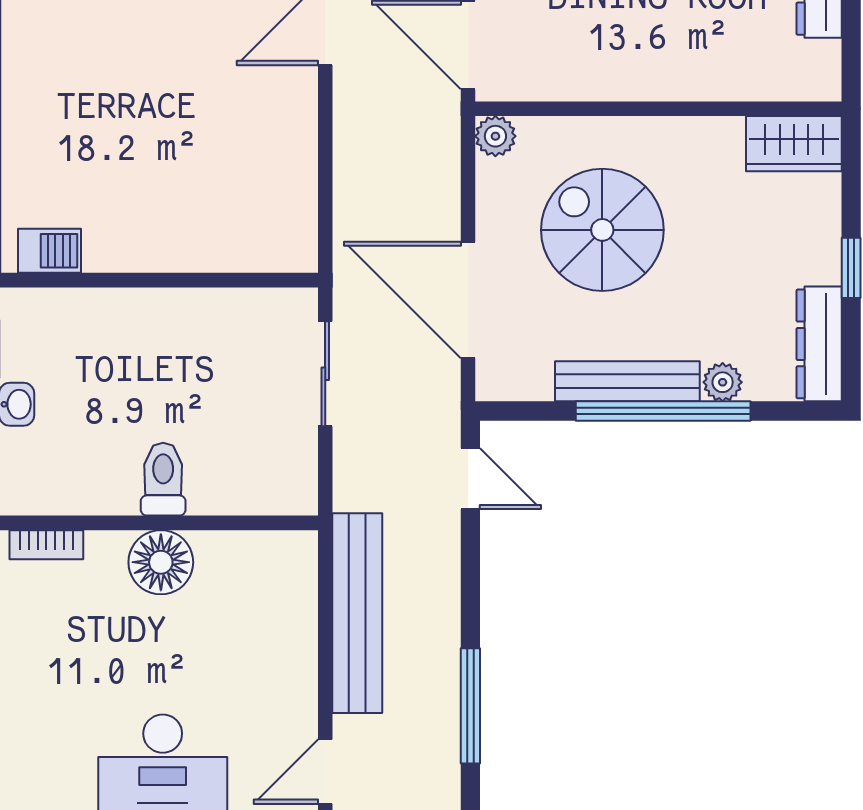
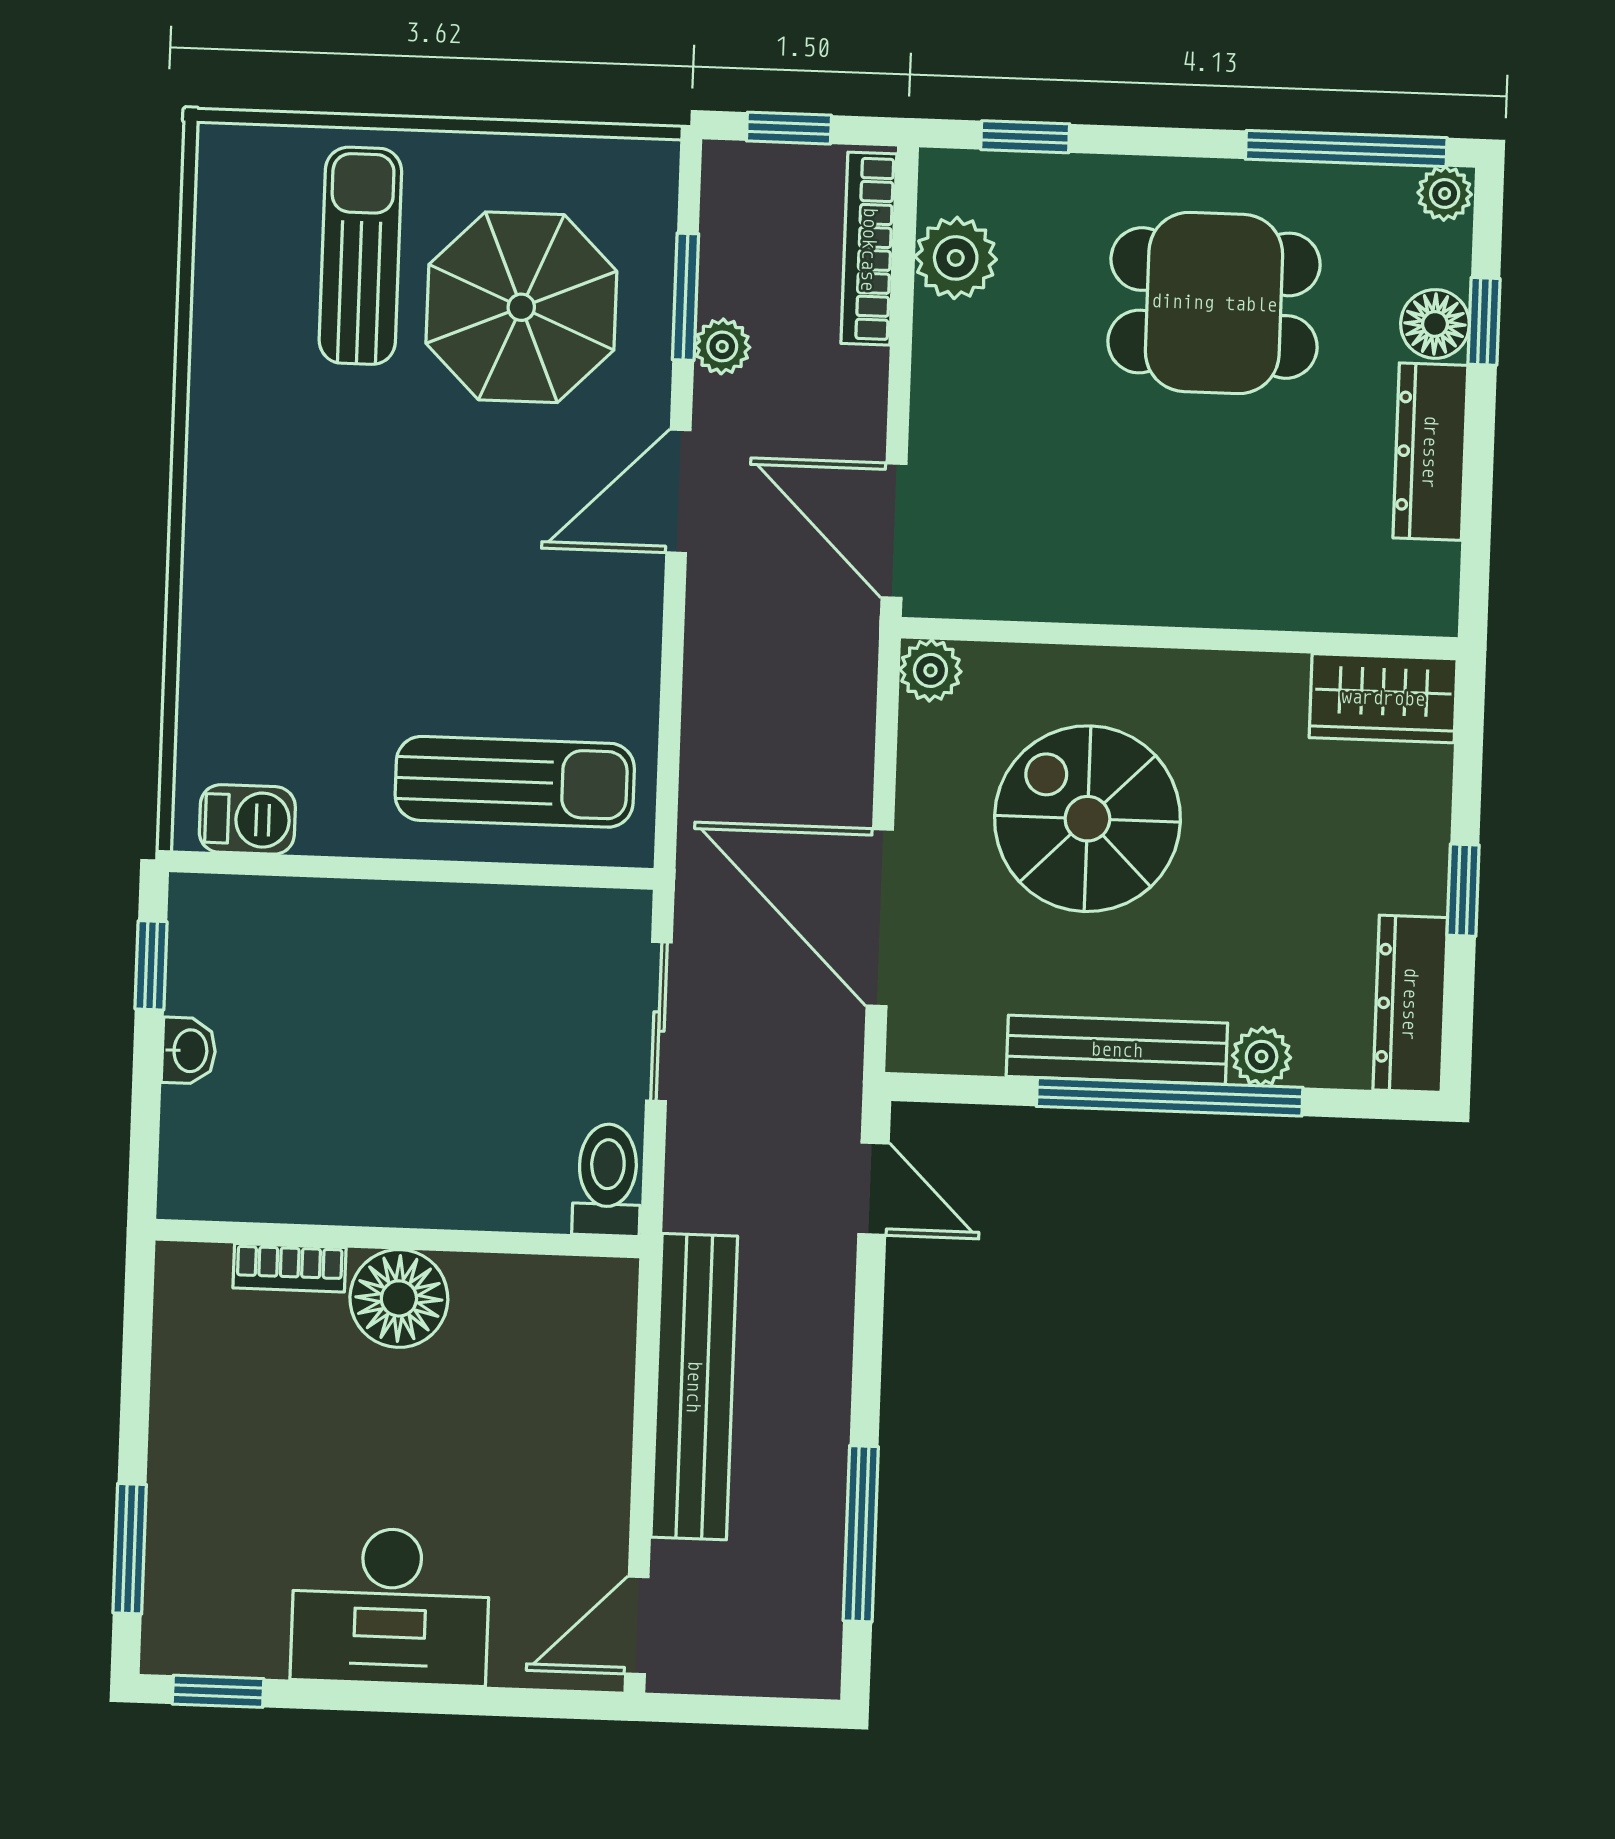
sun lounger: (225, 219) -> (515, 782), added
toilet: (163, 479) -> (607, 1180), moved
bookcase: (46, 545) -> (289, 1268), moved

